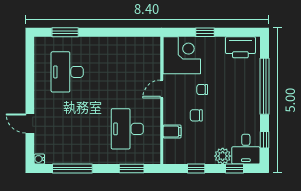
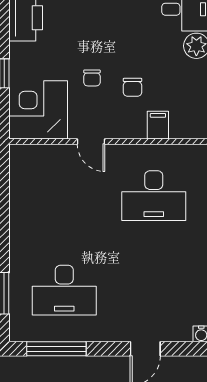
window: (30, 67) -> (56, 349), added

